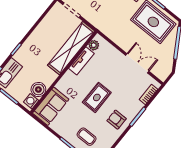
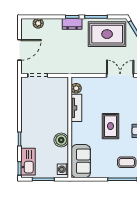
shelving: (71, 48) -> (61, 104), removed
boiler: (38, 89) -> (61, 140), moved

